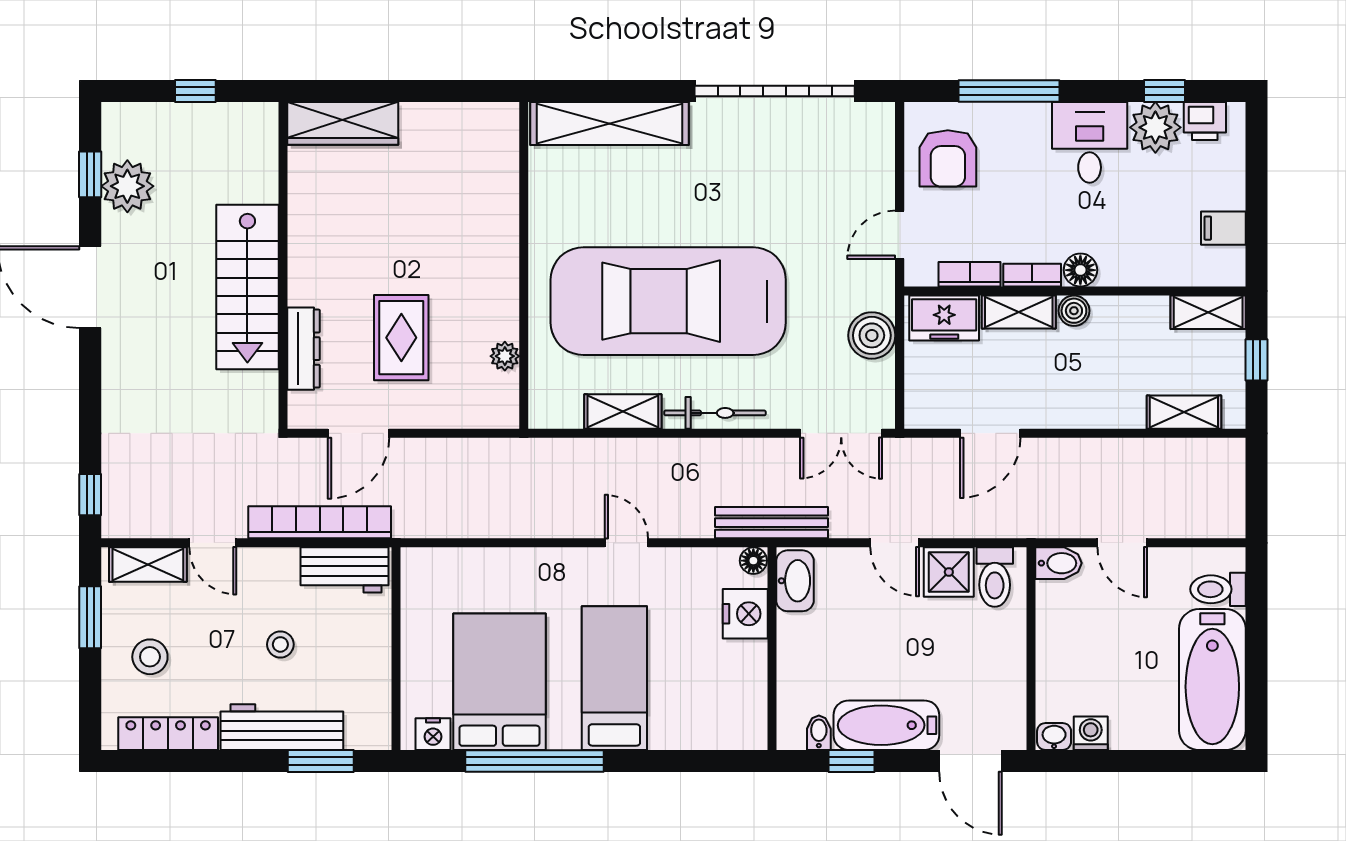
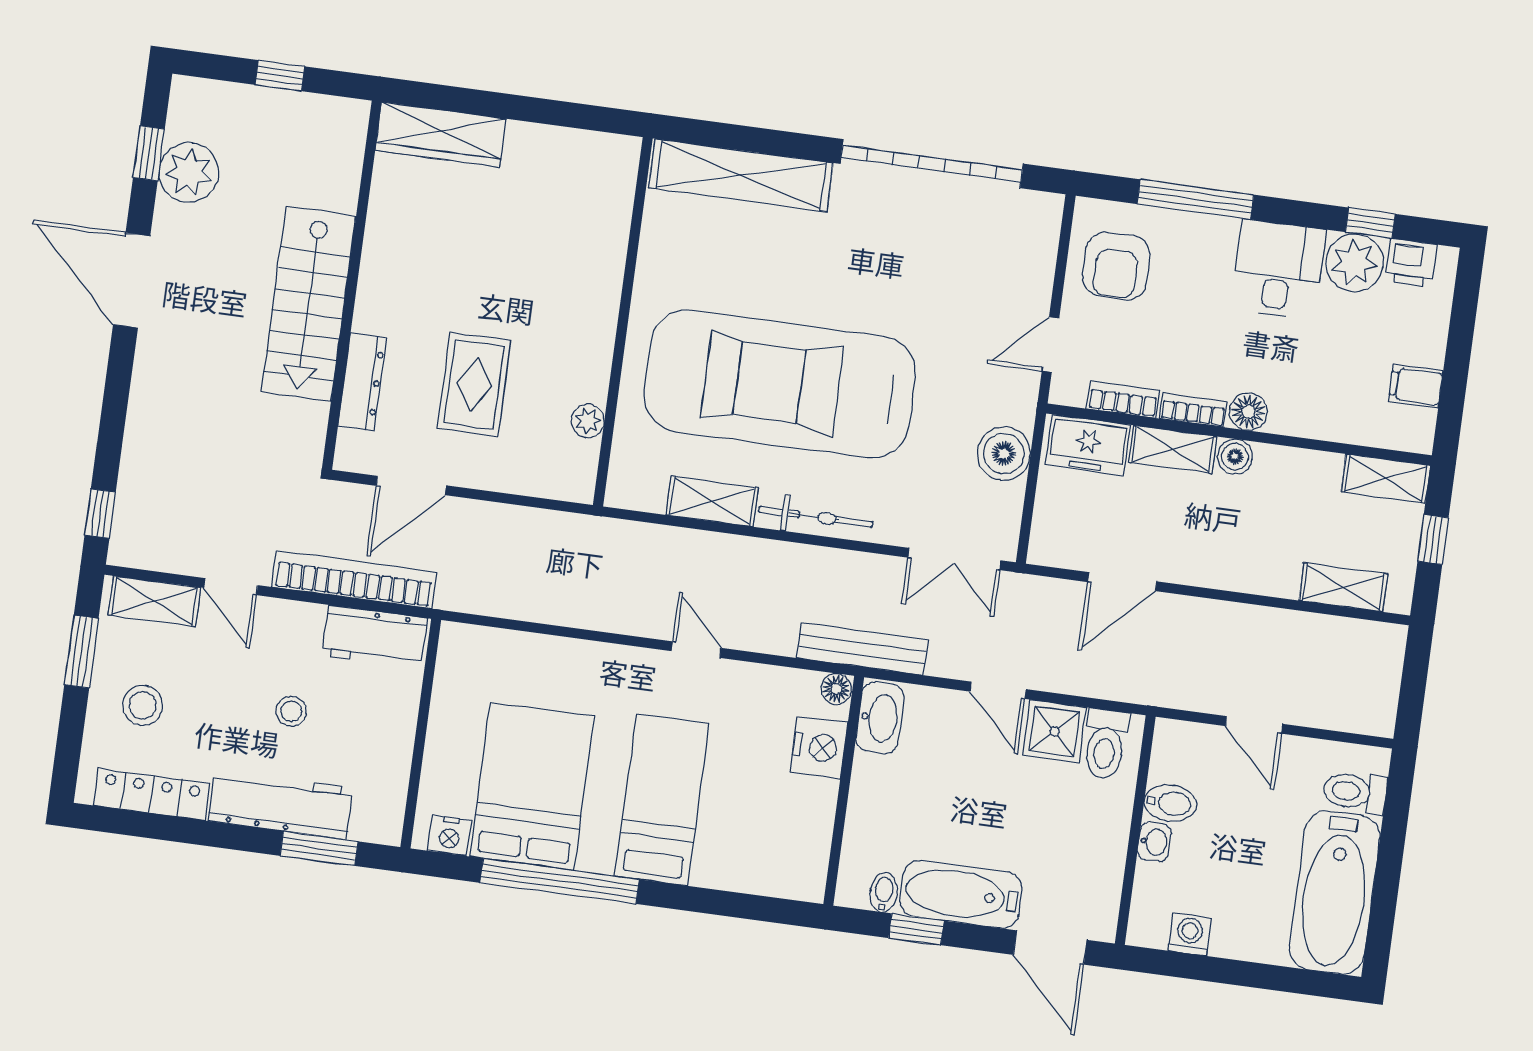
bidet: (1058, 563) -> (1170, 803), moved
washbasin: (1054, 736) -> (1154, 842), moved, turned 90

